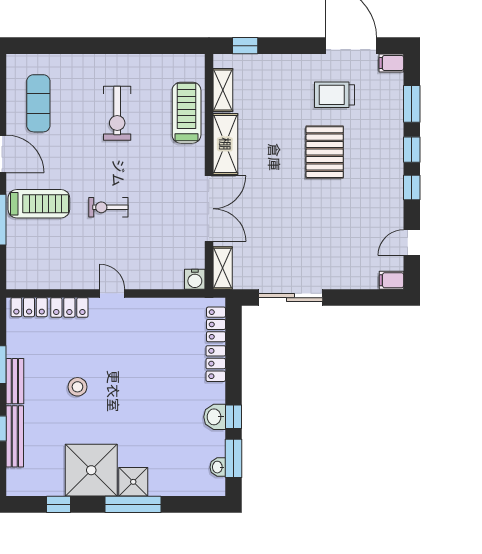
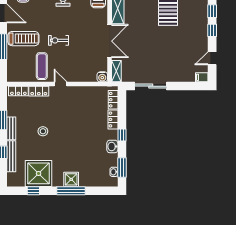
exercise mat: (75, 258) -> (42, 66), added
window: (234, 417) -> (122, 135), moved
shower: (91, 470) -> (39, 173), moved

